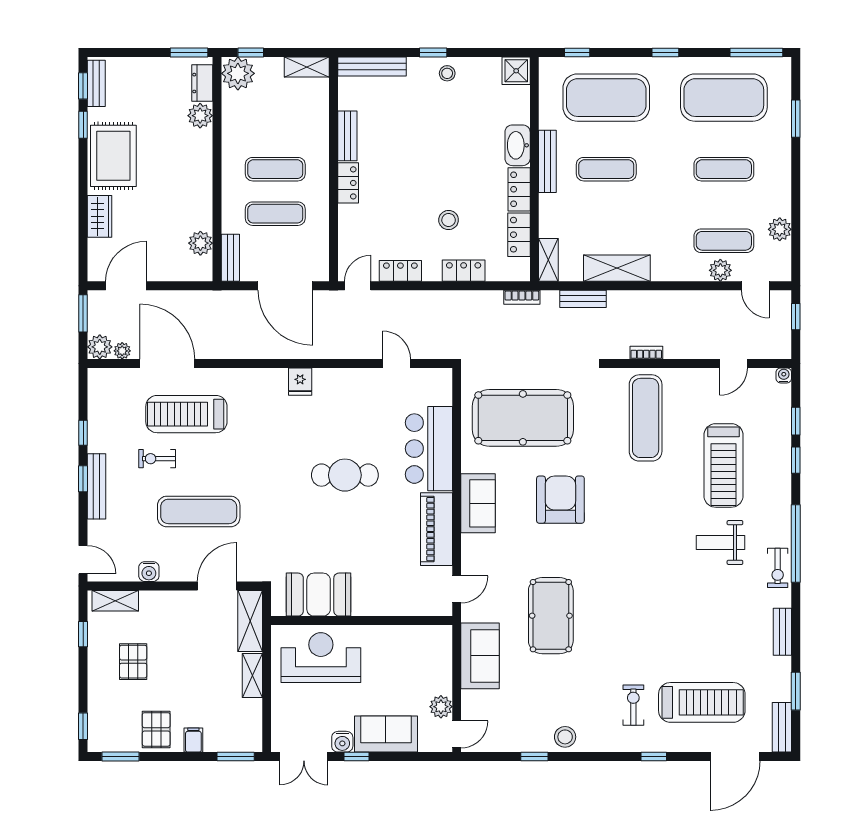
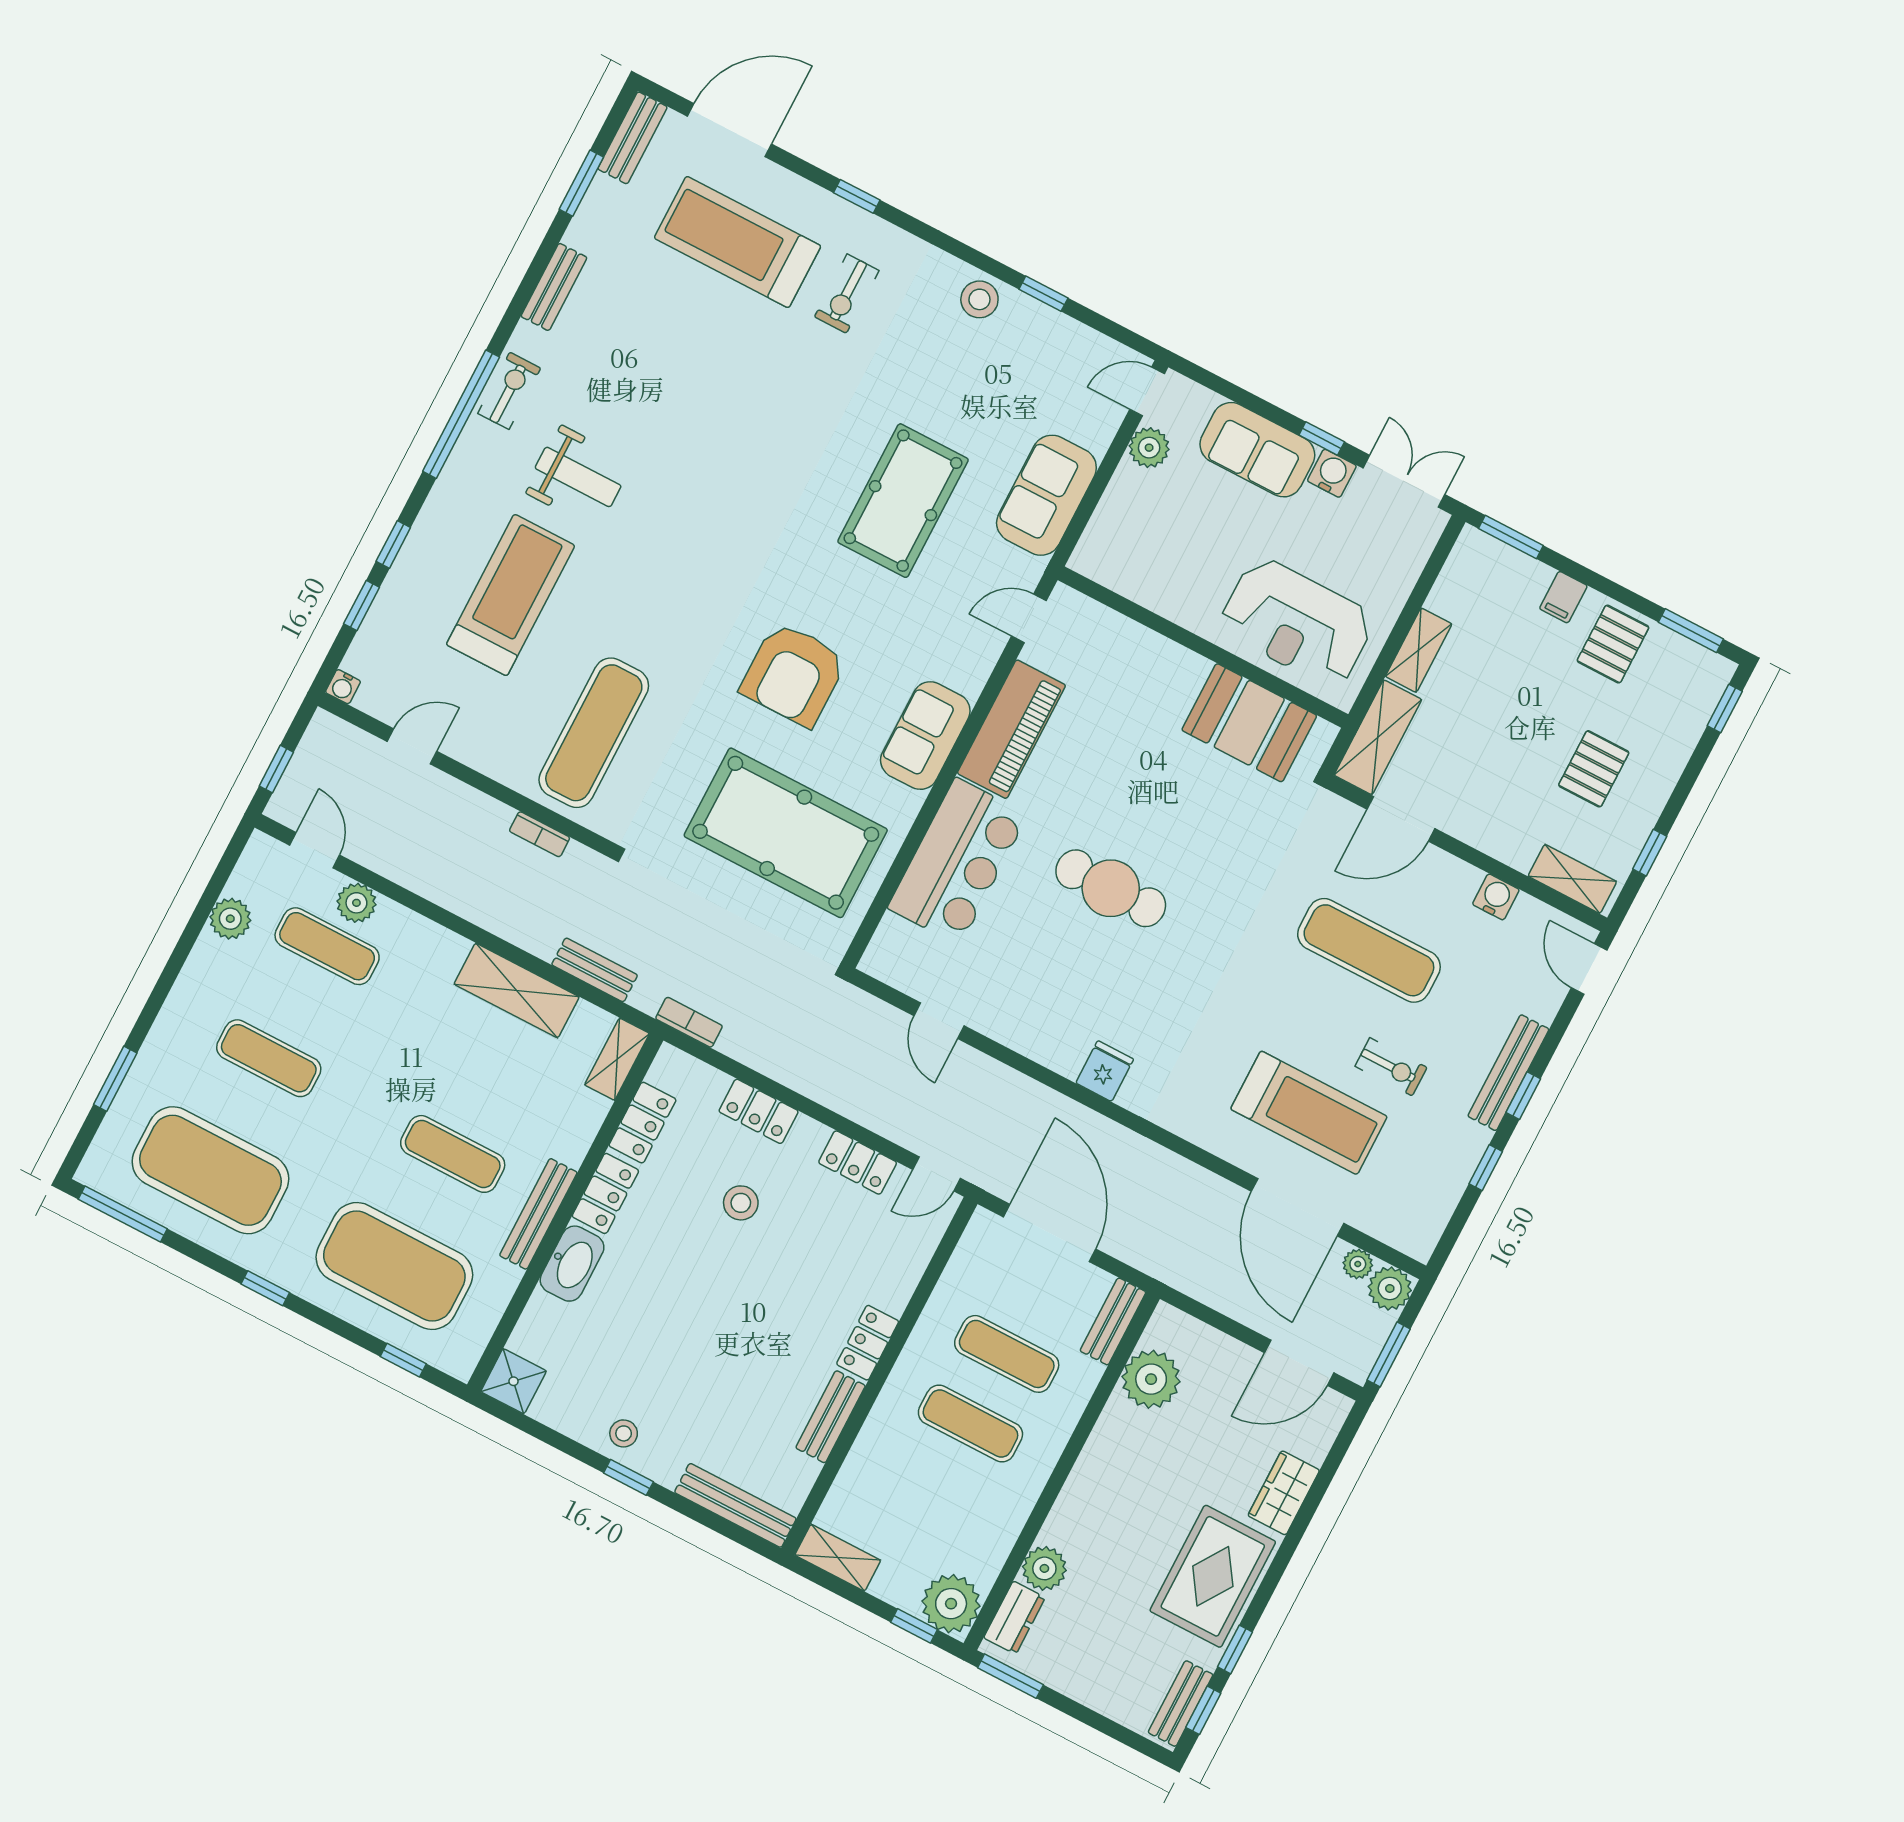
plant: (200, 243) -> (1151, 1379), width x1.36, depth x1.36

